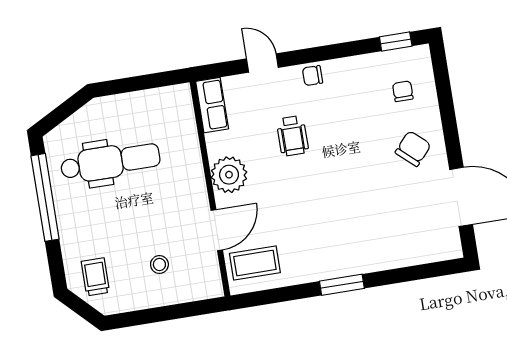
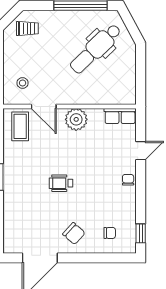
wheelchair: (292, 136) -> (61, 183), moved
dental chair: (110, 162) -> (96, 49), turned 46
stool: (159, 264) -> (23, 83), moved

